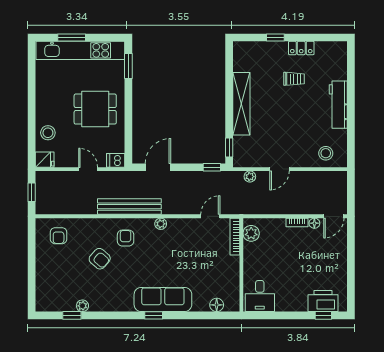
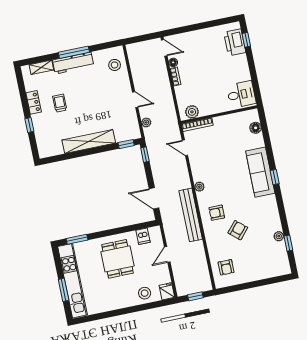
shelving: (341, 66) -> (41, 67), added
window: (351, 108) -> (74, 52), added
dishwasher: (116, 160) -> (143, 236), moved
armchair: (59, 236) -> (226, 267), turned 90

